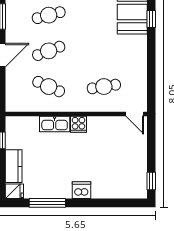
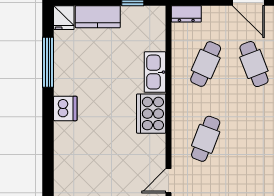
cafe table: (104, 87) -> (206, 139), turned 30
dresser: (12, 101) -> (186, 14), added
cooker: (78, 124) -> (151, 114), width x1.87, depth x1.31

